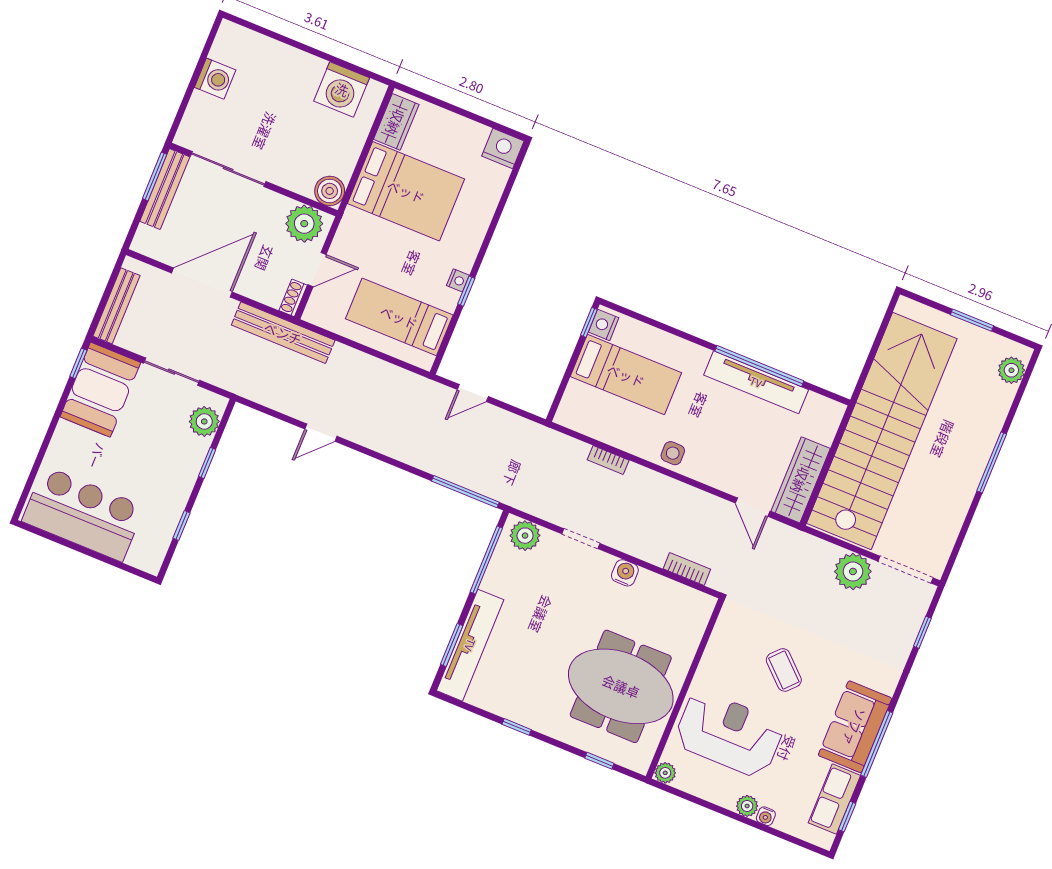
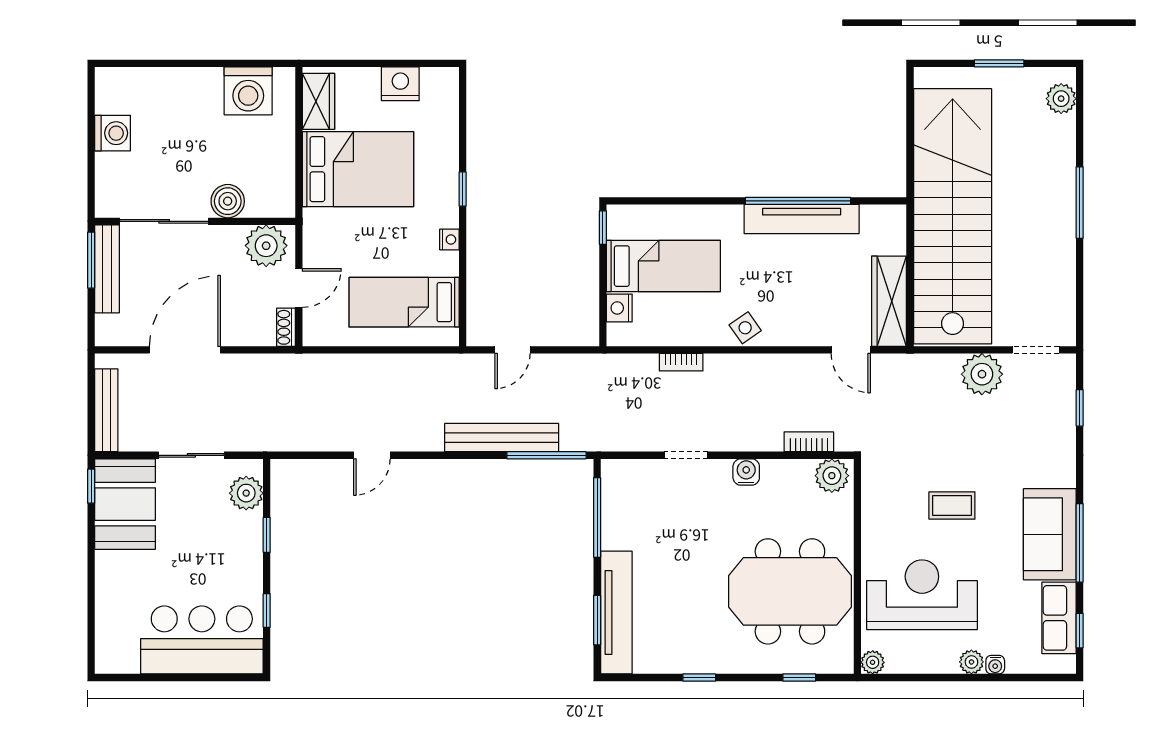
nightstand: (503, 148) -> (400, 84), moved
boiler: (330, 191) -> (228, 201), moved
window: (466, 291) -> (463, 189), moved
nightstand: (604, 325) -> (619, 308), moved
bench: (283, 333) -> (502, 438), moved
side table: (673, 453) -> (745, 328), turned -35
bar counter: (83, 514) -> (202, 640), moved
plant: (525, 536) -> (832, 476), moved
doorway: (906, 570) -> (1036, 350), width x0.73
coffee table: (784, 670) -> (952, 505), turned -43

